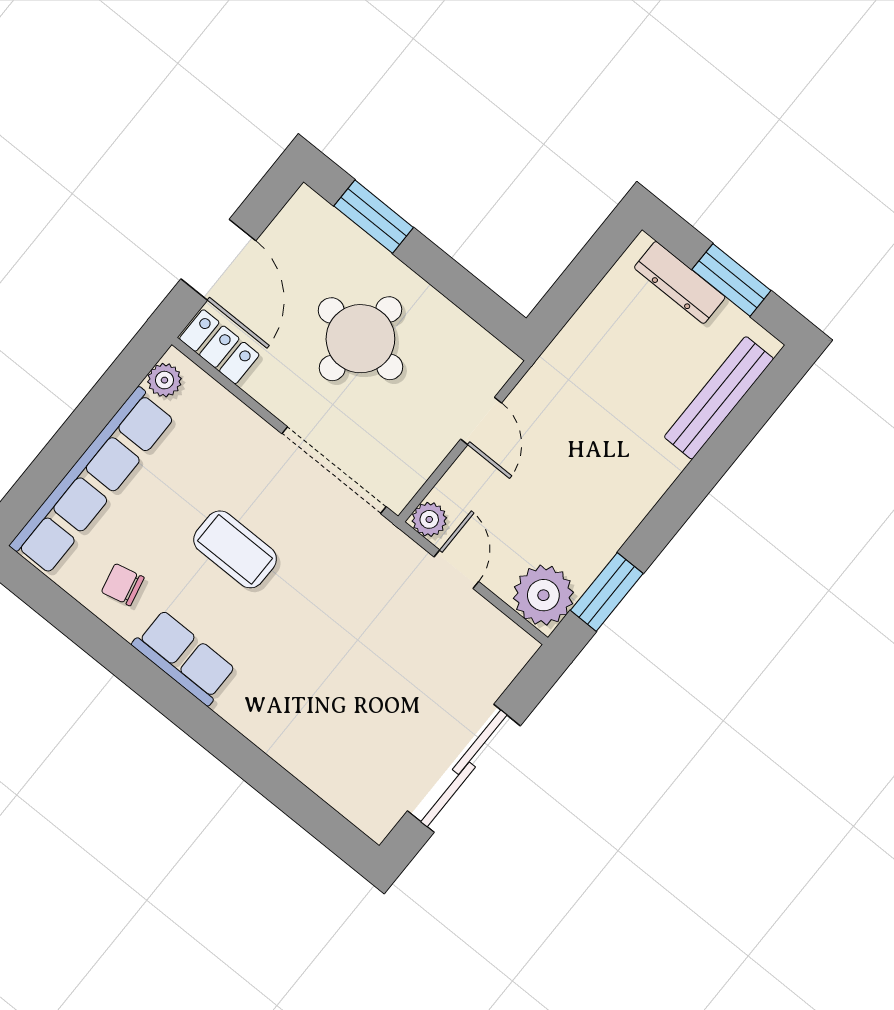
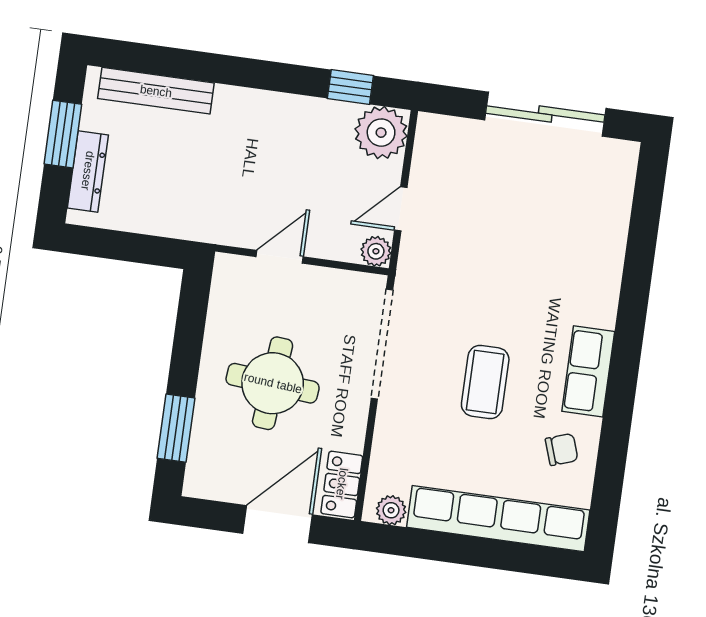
chair: (123, 585) -> (562, 449), turned -96
window: (607, 592) -> (350, 87), width x0.67

